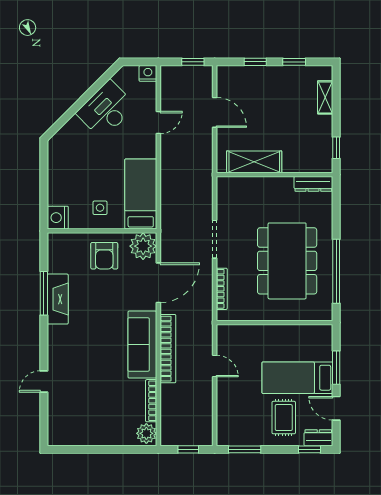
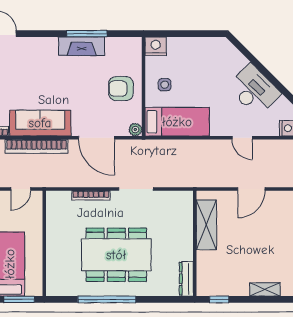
plant: (143, 246) -> (135, 130), width x0.53, depth x0.53
wall: (275, 323) -> (44, 243), moved

